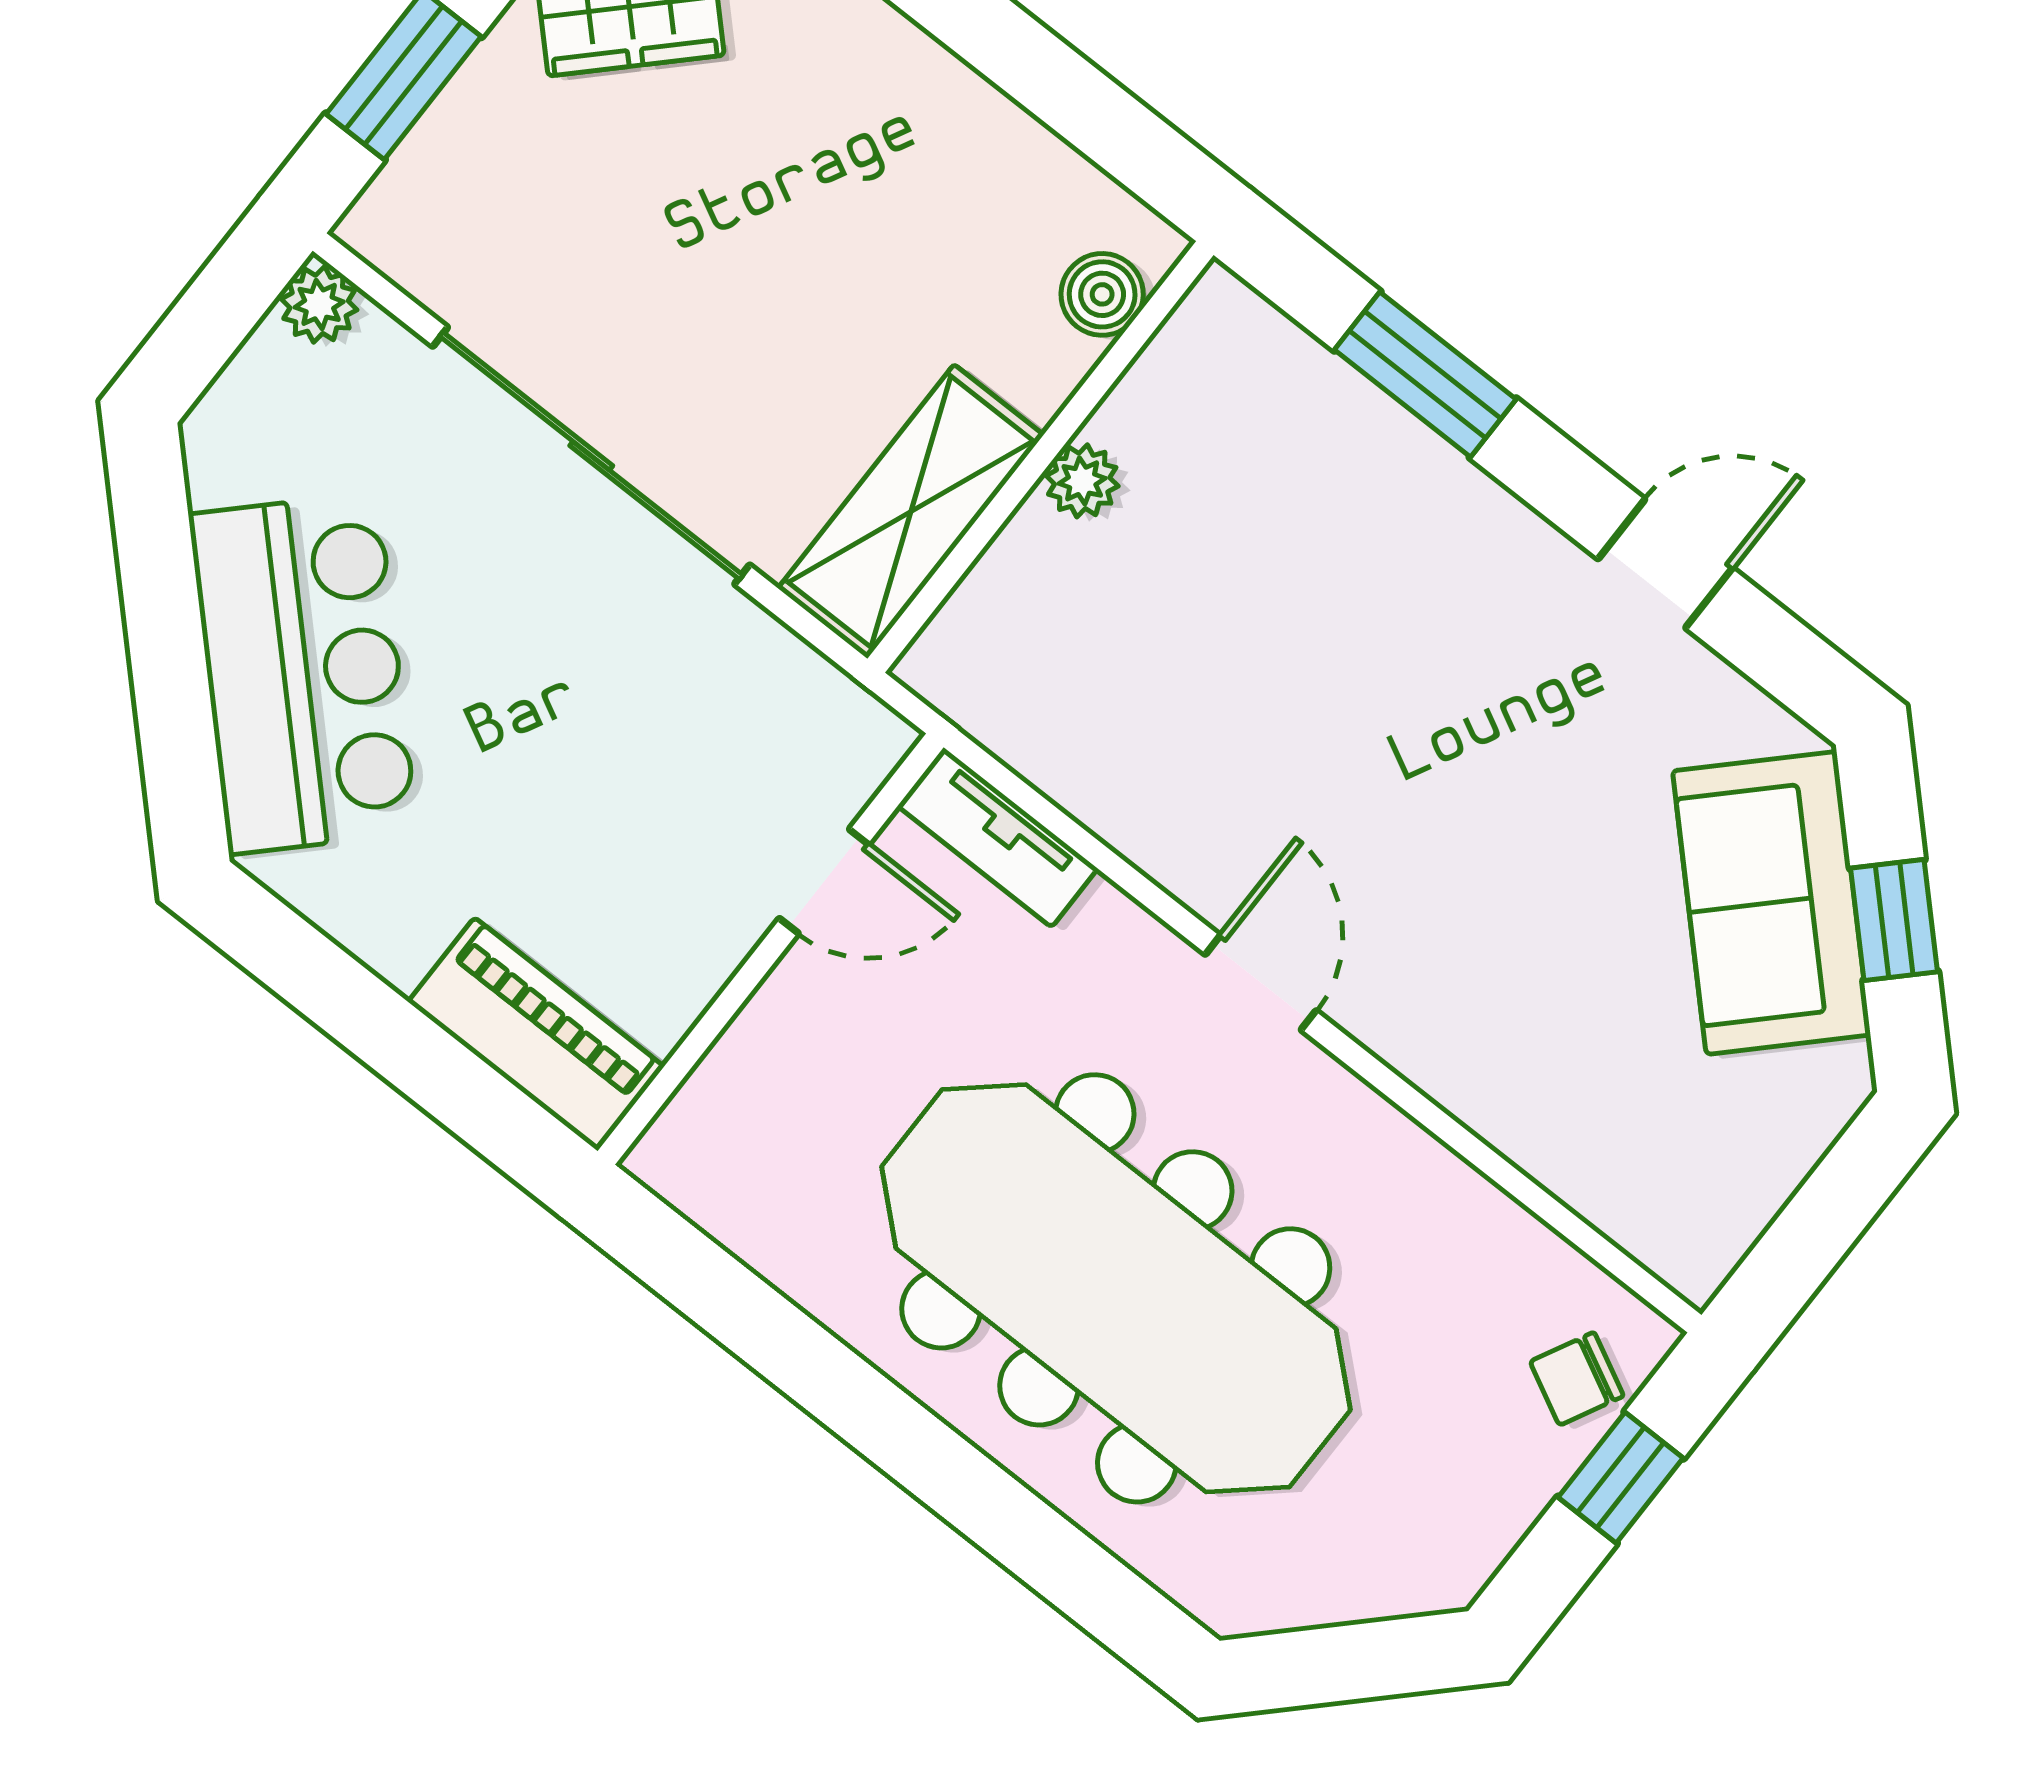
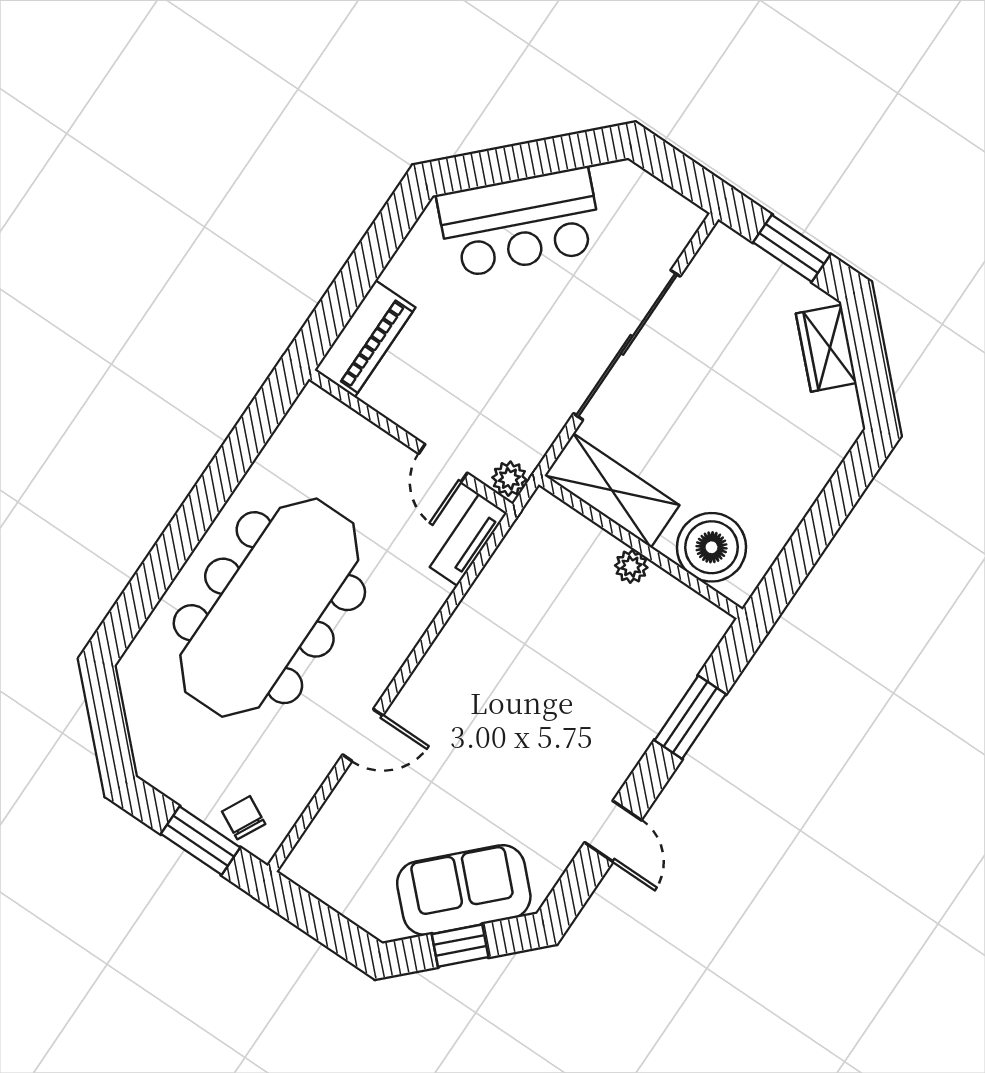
boiler: (1102, 294) -> (712, 547), width x1.86, depth x1.86
plant: (319, 304) -> (509, 479), moved
door: (1261, 983) -> (363, 735), moved
window: (1621, 1478) -> (201, 841), width x1.50

